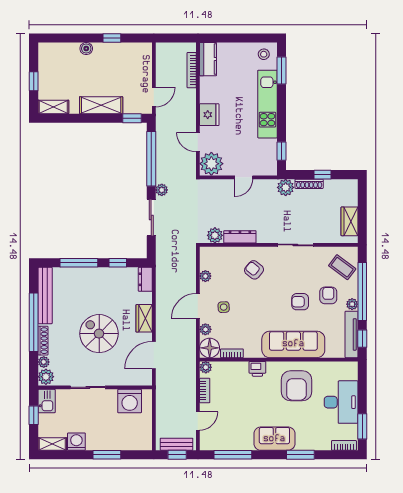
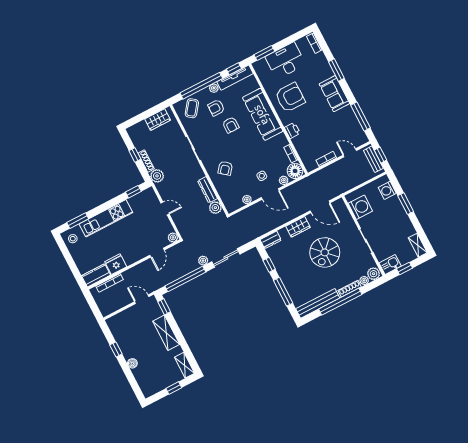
fridge: (209, 115) -> (116, 264), moved
plant: (211, 164) -> (173, 237), width x0.53, depth x0.53
plant: (206, 367) -> (310, 167), removed
window: (362, 426) -> (264, 53), moved
washing machine: (76, 442) -> (387, 190), moved

